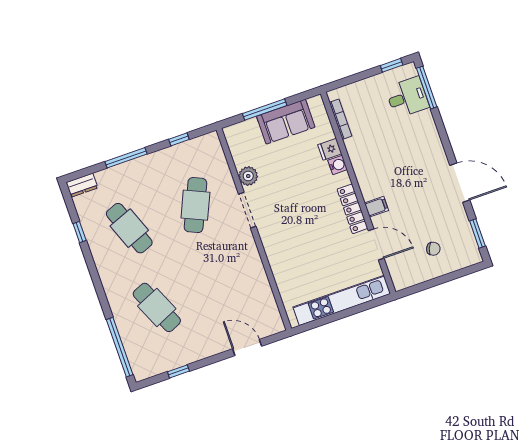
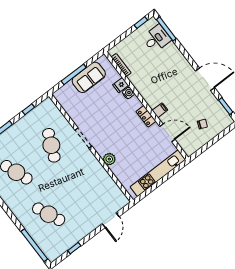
plant: (248, 176) -> (109, 159), moved
locker: (352, 209) -> (146, 116), width x0.66
door: (247, 348) -> (111, 220), swing flipped

